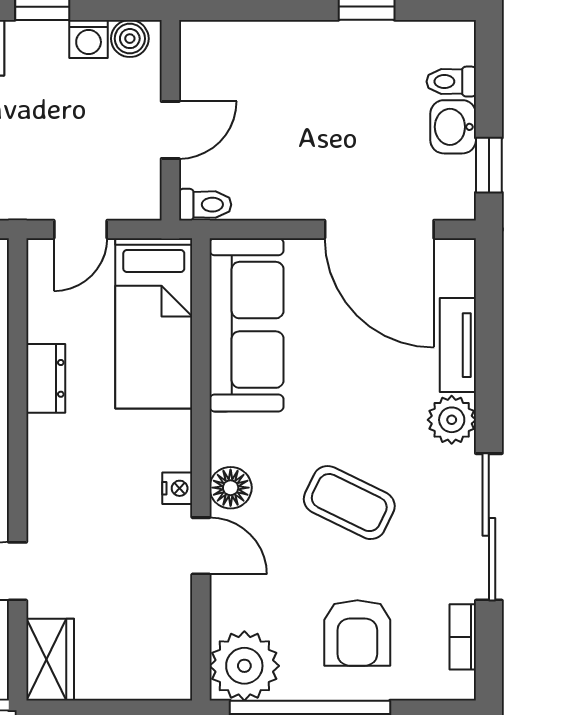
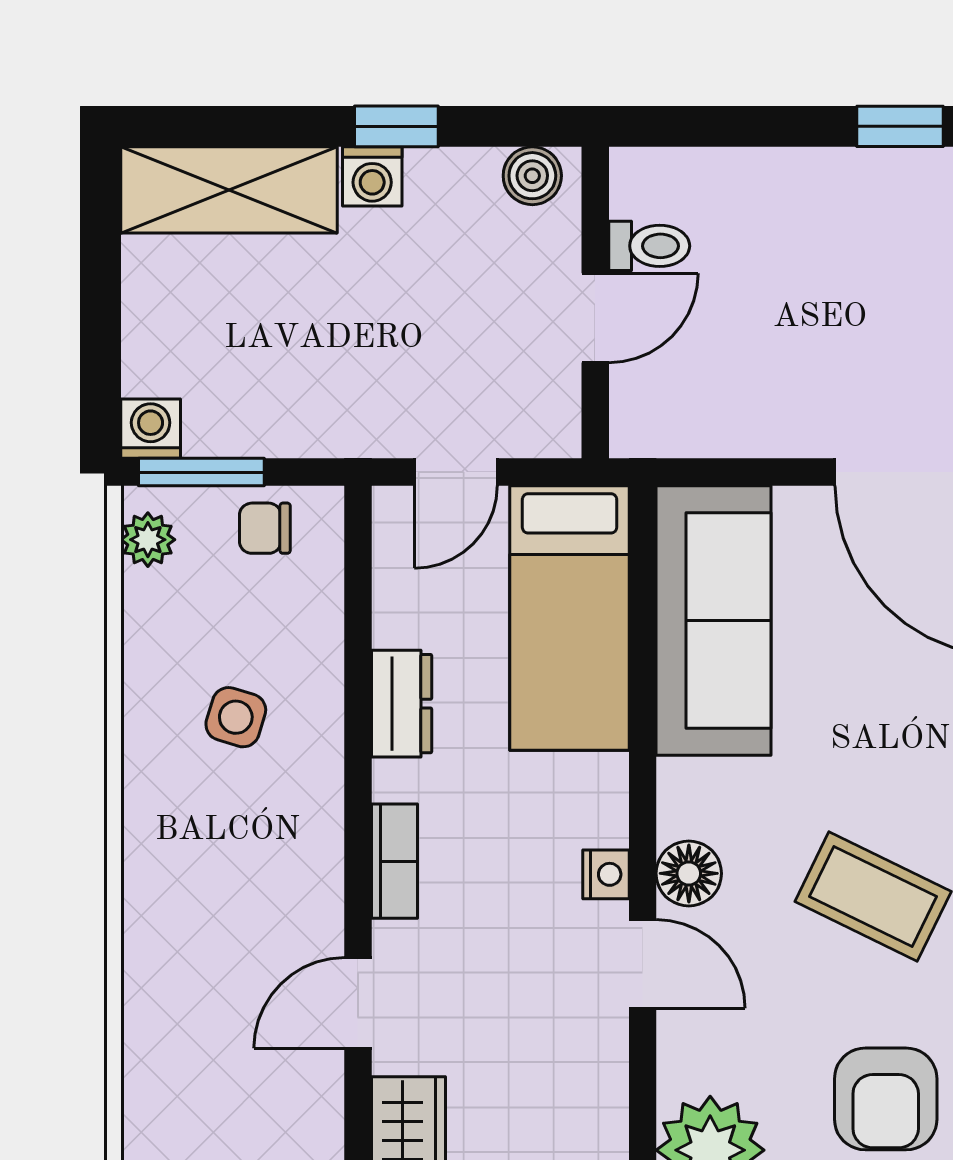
washing machine: (89, 39) -> (372, 176), moved
toilet: (205, 205) -> (649, 246), moved
bookcase: (41, 480) -> (394, 861), added

